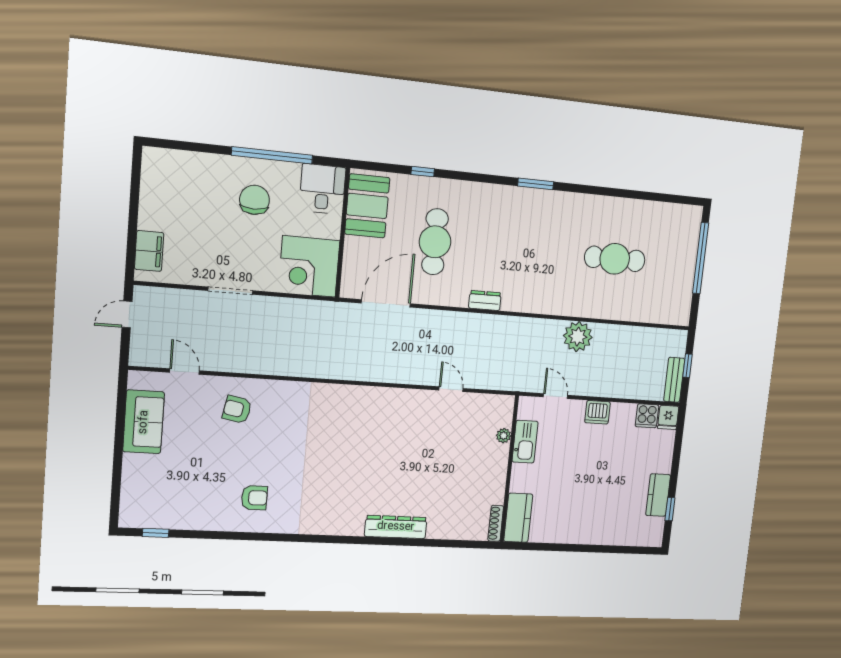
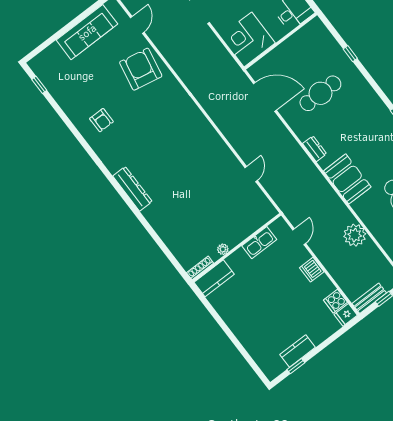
booth: (367, 206) -> (347, 179), moved, turned 90
plant: (578, 337) -> (355, 235), moved
armchair: (237, 409) -> (141, 69), width x1.88, depth x1.88
sofa: (144, 422) -> (87, 32), width x1.36
plant: (504, 436) -> (223, 249), moved
dresser: (396, 527) -> (132, 189), moved

